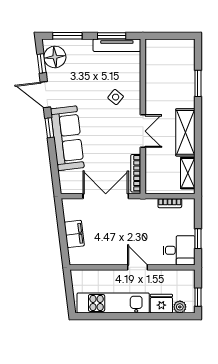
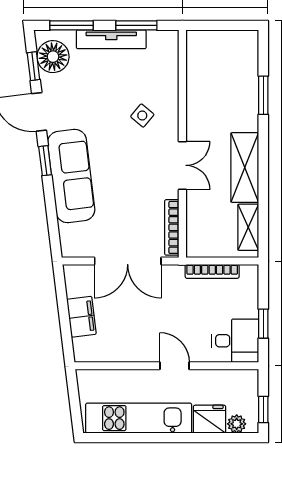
tv unit: (117, 45) -> (111, 39), moved
double door: (106, 196) -> (128, 261), swing flipped
bookcase: (170, 203) -> (212, 271), width x1.56

